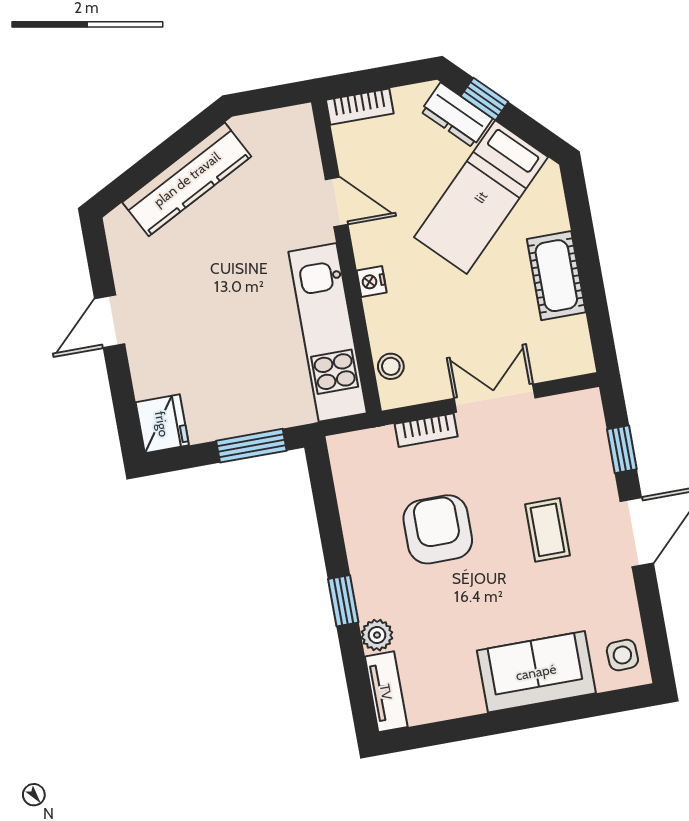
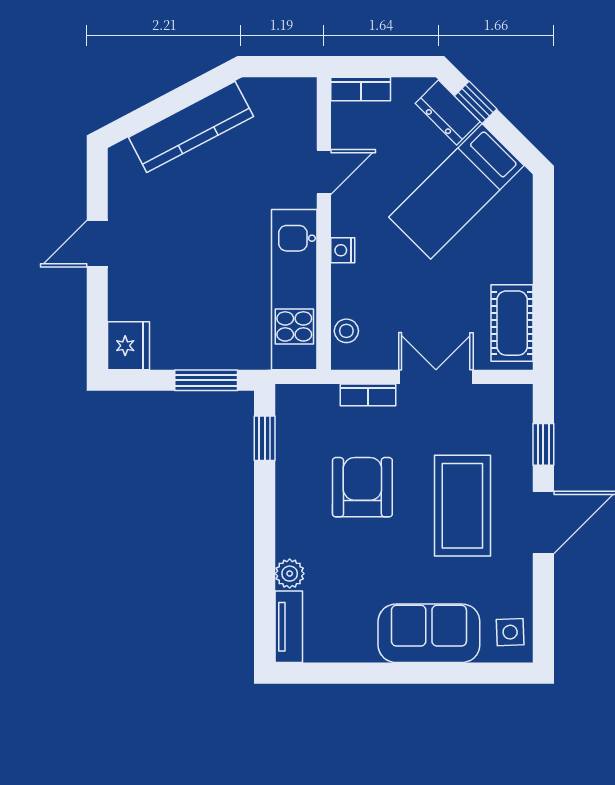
door: (337, 202) -> (324, 172), hinge flipped
cot: (556, 276) -> (512, 323), moved
coffee table: (548, 530) -> (462, 506), width x1.86, depth x1.72
window: (343, 601) -> (265, 438), moved

